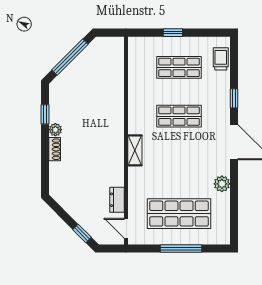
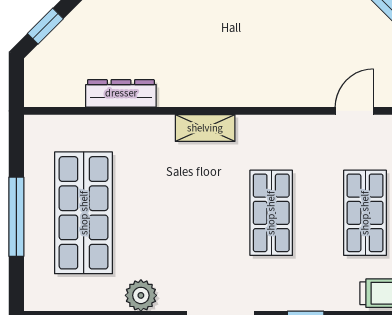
dresser: (117, 200) -> (121, 93), width x1.44
door: (126, 228) -> (354, 111), moved

